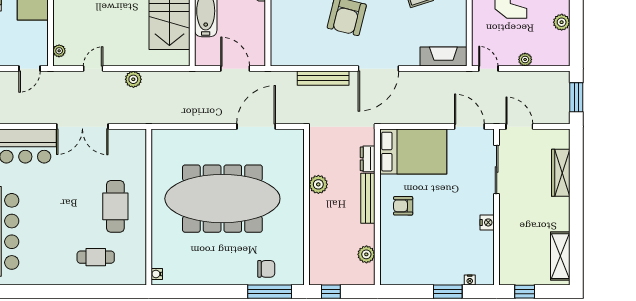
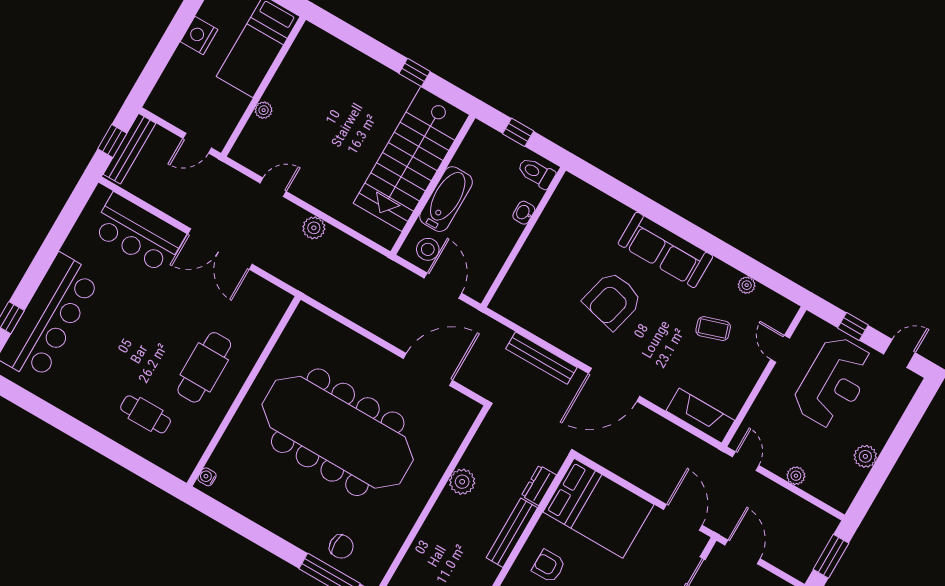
plant: (59, 51) -> (264, 110), moved
stool: (212, 51) -> (428, 249), added

